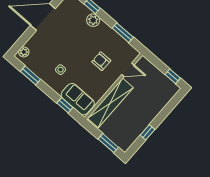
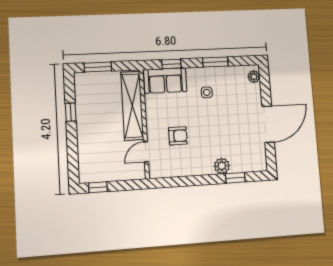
window: (123, 33) -> (184, 181), removed
window: (30, 75) -> (215, 62), moved

